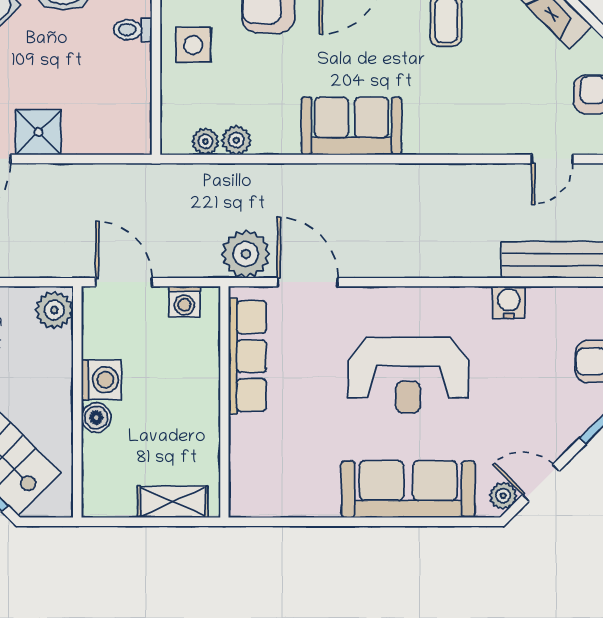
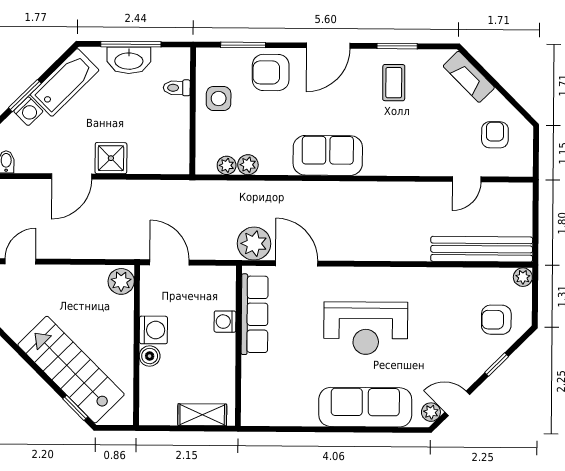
washing machine: (184, 302) -> (225, 322), moved, turned 90
water cooler: (509, 302) -> (436, 278), removed

